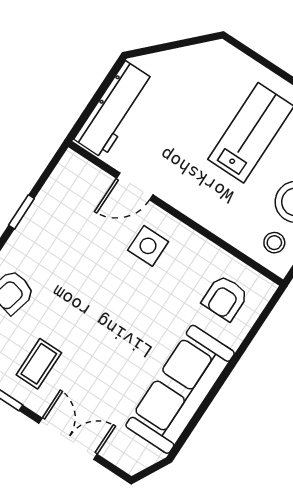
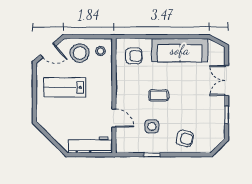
side table: (148, 246) -> (152, 126), moved
coffee table: (39, 364) -> (159, 95), moved

